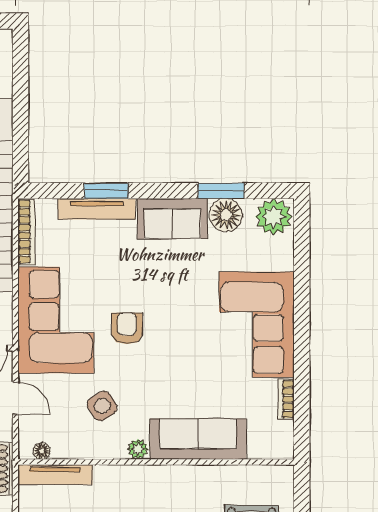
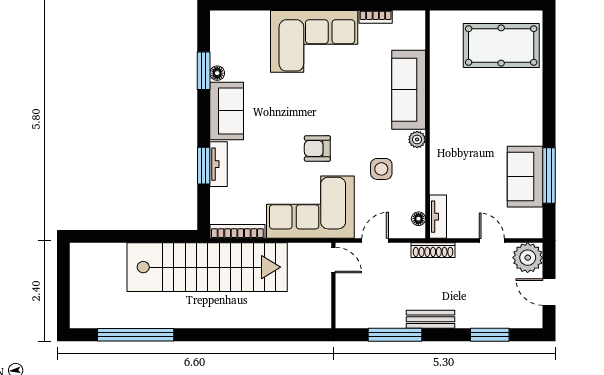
tv unit: (97, 209) -> (219, 164), width x0.71
floor lamp: (226, 215) -> (217, 73), width x0.53, depth x0.53
plant: (274, 217) -> (225, 27), removed
side table: (102, 406) -> (381, 169), turned 32
tv unit: (55, 475) -> (438, 217), width x0.71

